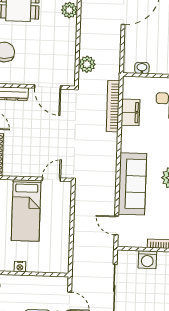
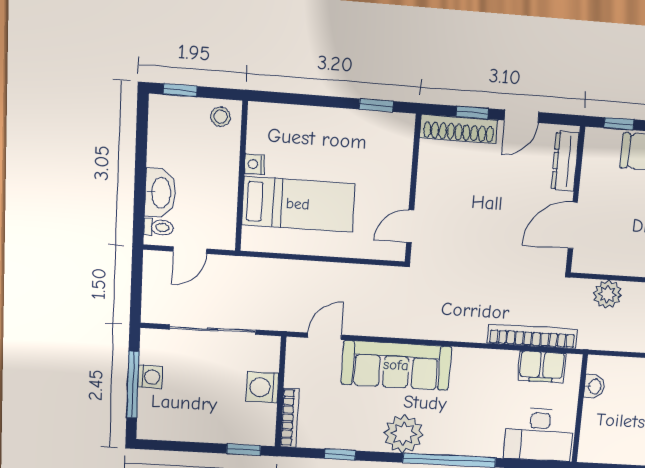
filing cabinet: (130, 112) -> (542, 367), moved
door: (51, 179) -> (410, 226), swing flipped
bed: (26, 210) -> (298, 204), moved, turned 180

